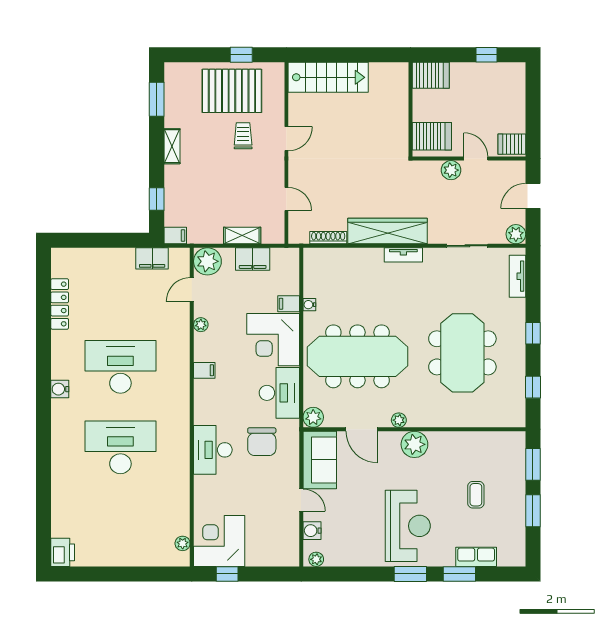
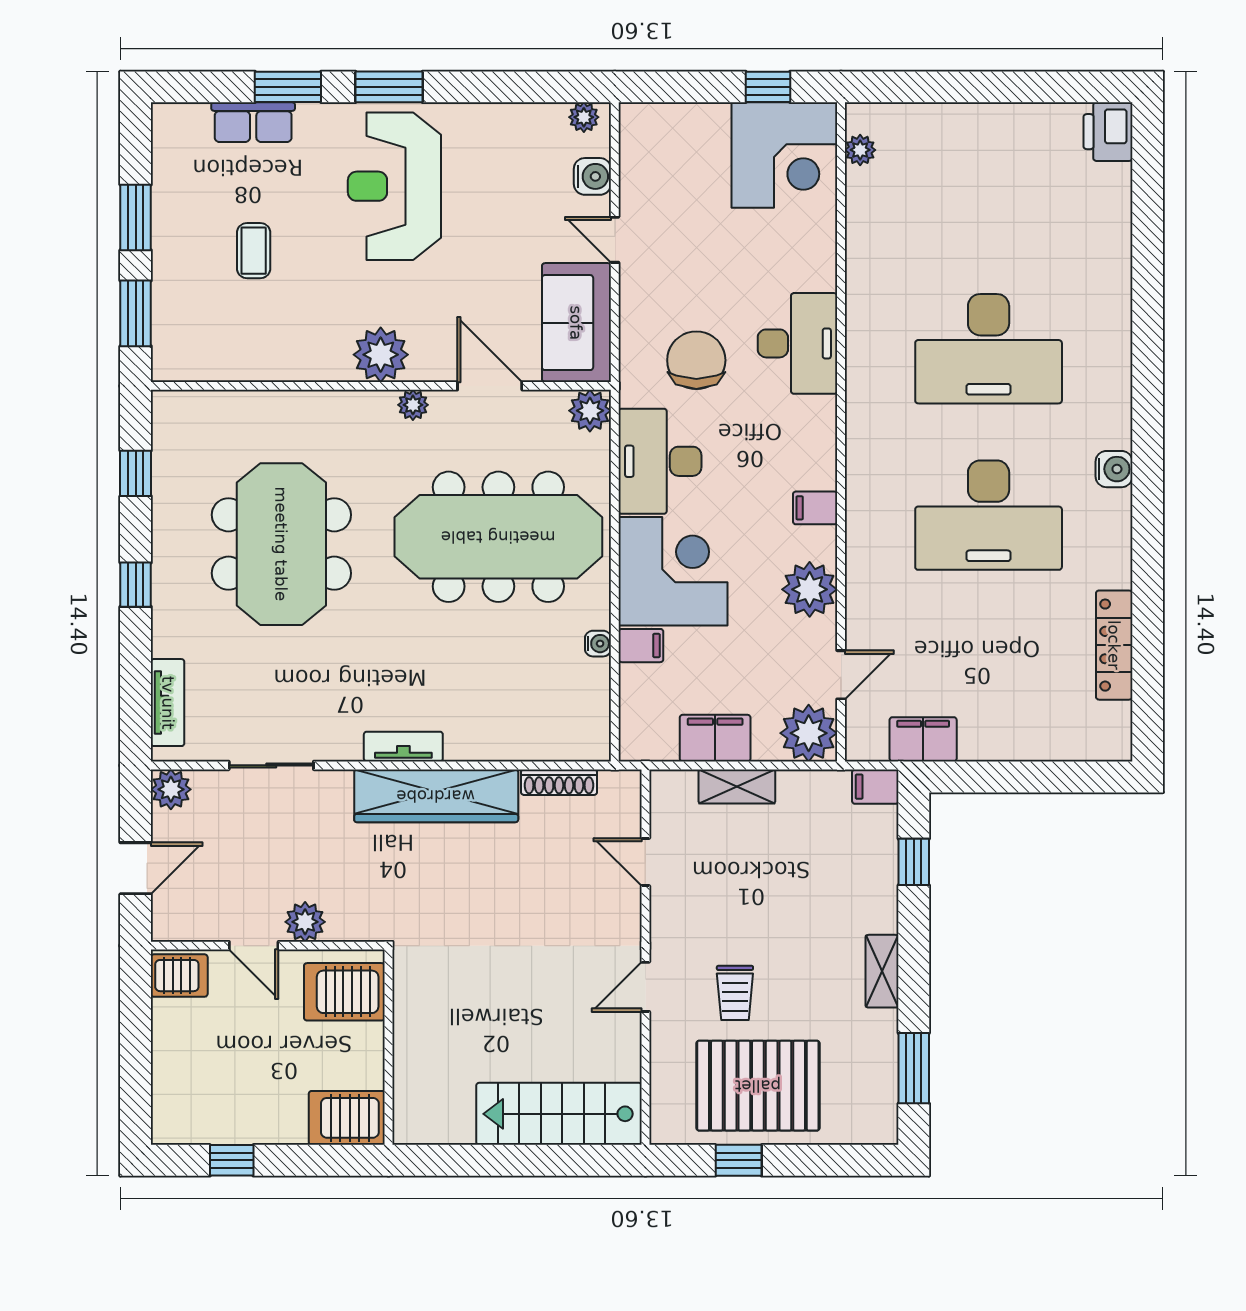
plant: (201, 325) -> (810, 589), width x1.88, depth x1.88

